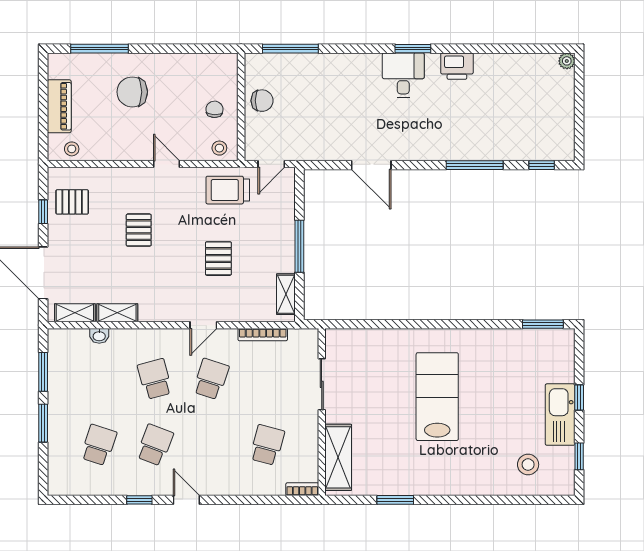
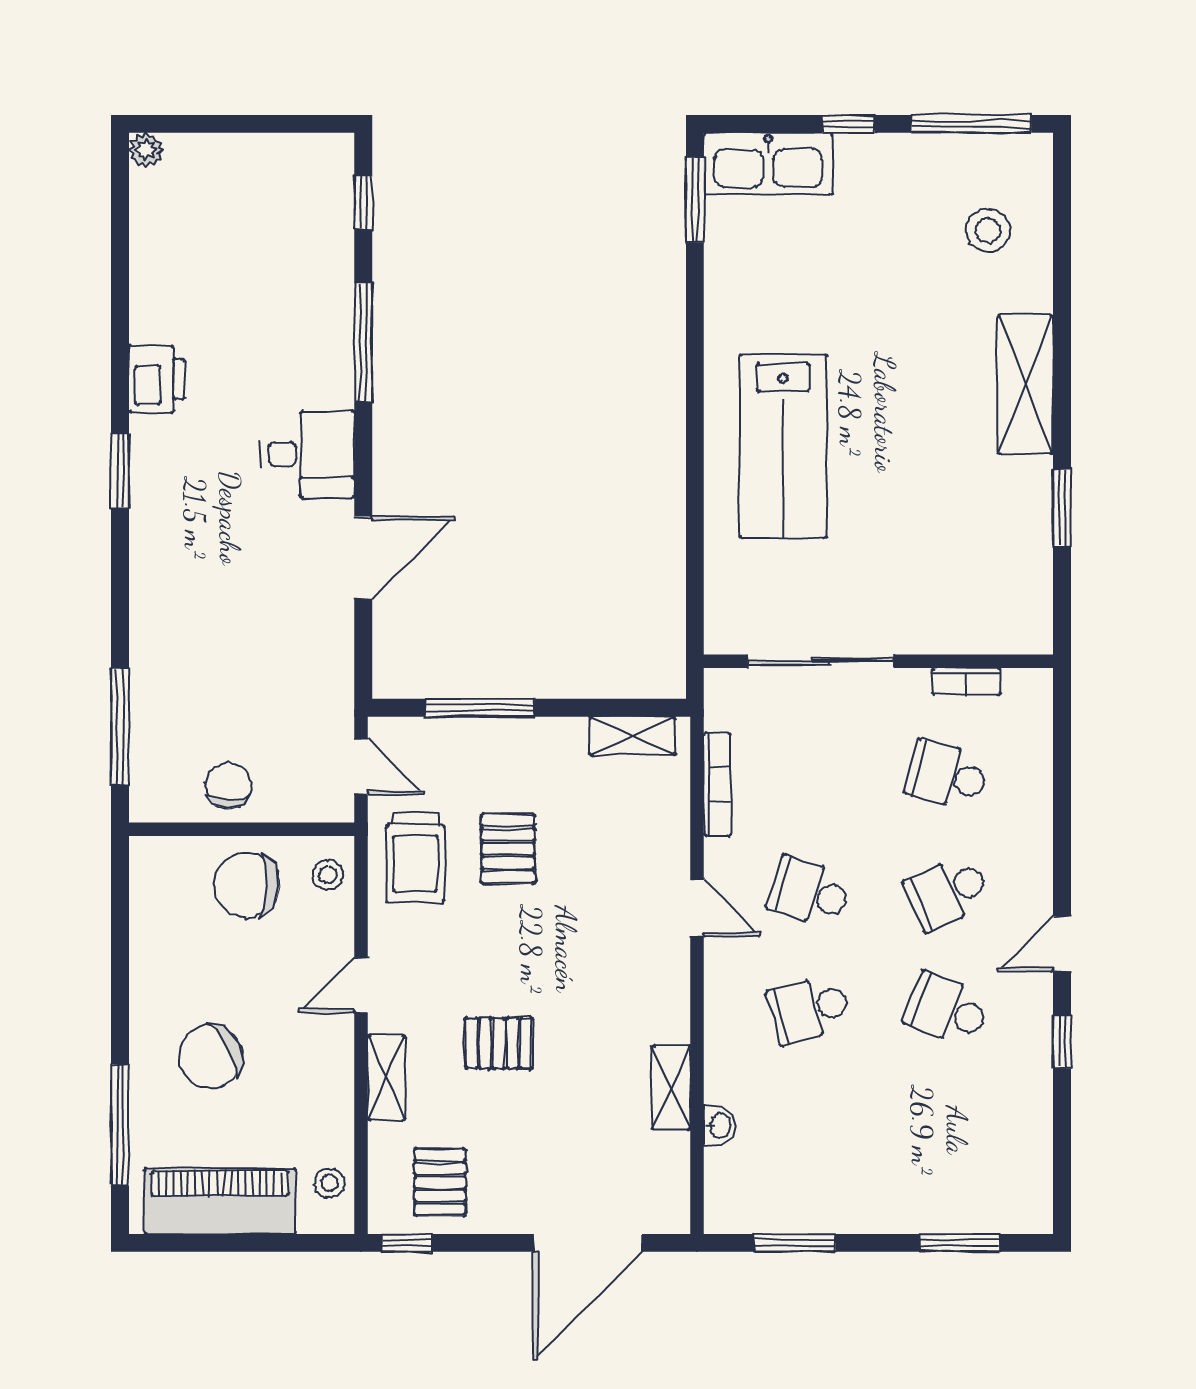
desk: (403, 75) -> (307, 454), moved, turned 180
chair: (132, 92) -> (211, 1057), turned 63
piano: (59, 106) -> (220, 1201), width x1.37, depth x1.33
chair: (214, 109) -> (247, 885), width x1.87, depth x1.87
window: (43, 212) -> (407, 1243), moved
window: (299, 246) -> (480, 708), moved
pallet: (218, 258) -> (508, 849), moved, turned 90
shelving: (75, 313) -> (387, 1078), moved
sliding door: (322, 384) -> (821, 661), width x1.37
lab bench: (437, 397) -> (783, 446), moved, turned -90
kitchen sink: (560, 415) -> (768, 164), moved
window: (43, 423) -> (959, 1243), moved
school desk: (99, 445) -> (947, 892), moved, turned -42
window: (579, 456) -> (971, 124), width x2.17
shelving: (338, 457) -> (1025, 384), moved, turned 90
bookcase: (302, 489) -> (966, 681), moved, turned -90

